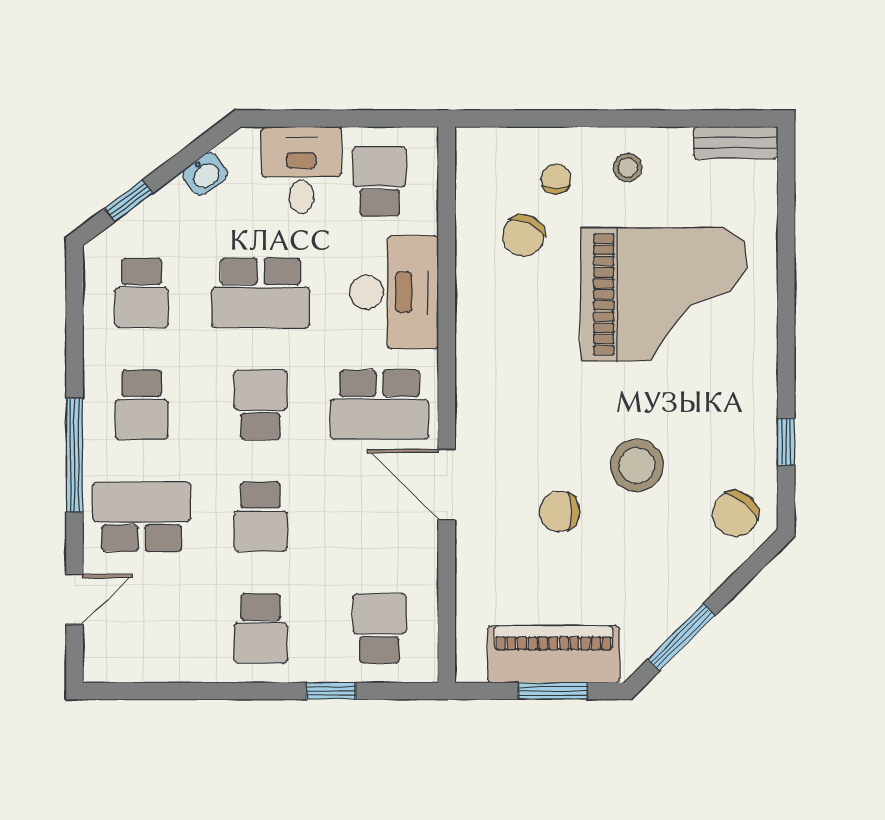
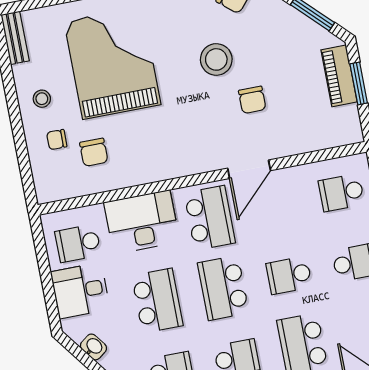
chair: (524, 236) -> (94, 152), turned 65
school desk: (261, 405) -> (223, 288), width x1.85
school desk: (261, 517) -> (289, 275), turned 180
piano: (554, 654) -> (339, 76), width x0.73, depth x0.75

